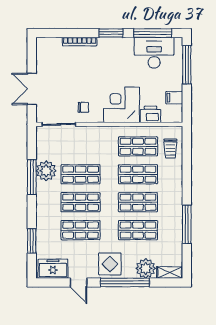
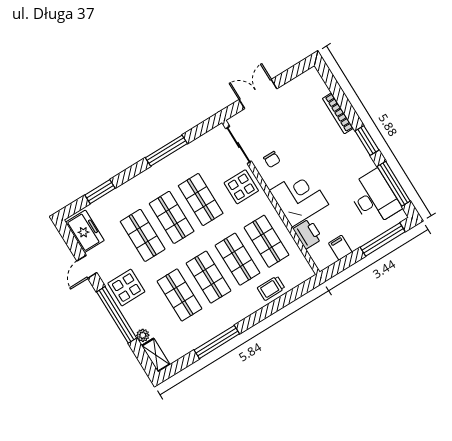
display table: (89, 140) -> (241, 187), added
trolley: (170, 149) -> (271, 288), moved
plant: (46, 171) -> (182, 161), removed
plant: (146, 268) -> (143, 335), width x0.53, depth x0.53

